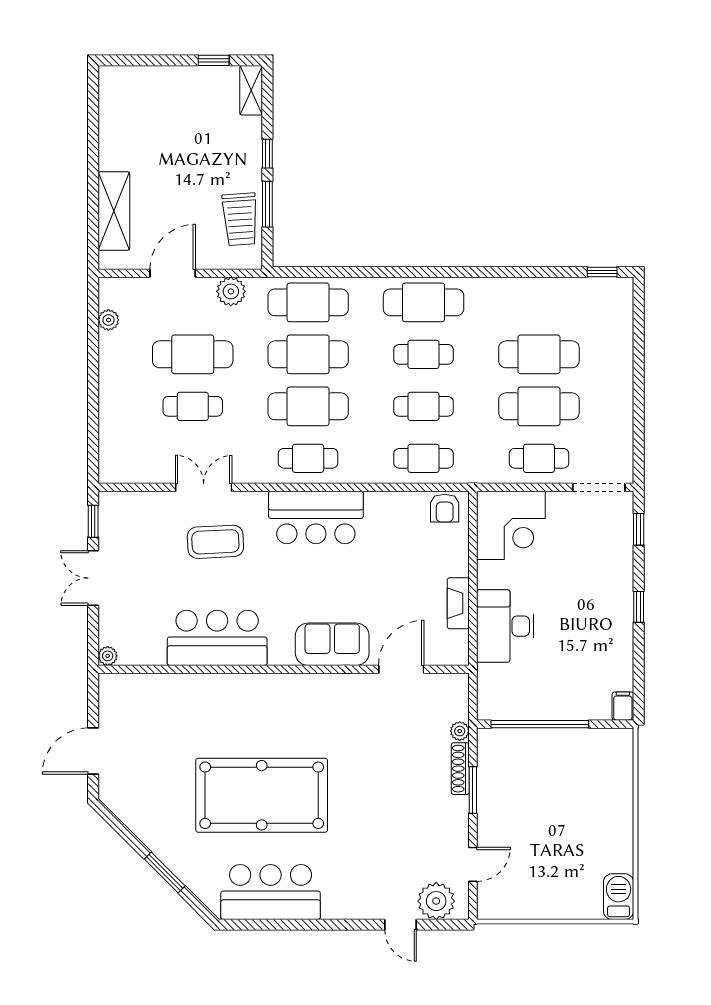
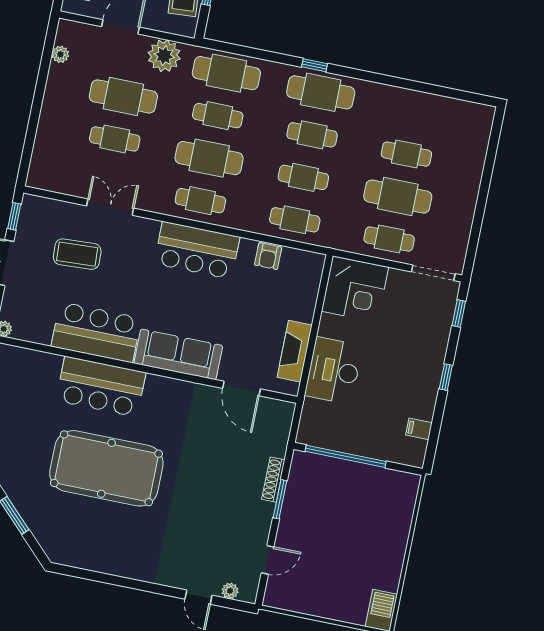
window: (602, 272) -> (315, 65), moved
plant: (231, 291) -> (164, 56), width x1.36, depth x1.36
cafe table: (308, 354) -> (218, 116), width x0.73, depth x0.74
cafe table: (539, 354) -> (406, 154), width x0.73, depth x0.74
armchair: (445, 508) -> (268, 256), moved
coffee table: (215, 542) -> (77, 254), moved
fireplace: (458, 603) -> (295, 351), width x1.37, depth x1.32
sofa: (332, 644) -> (178, 354), width x1.36
door: (401, 669) -> (241, 389), swing flipped
filing cabinet: (623, 706) -> (419, 429), moved, turned -90
plant: (460, 731) -> (279, 449), removed
bar counter: (271, 892) -> (101, 387), moved, turned 180
plant: (436, 901) -> (230, 591), width x0.53, depth x0.53

